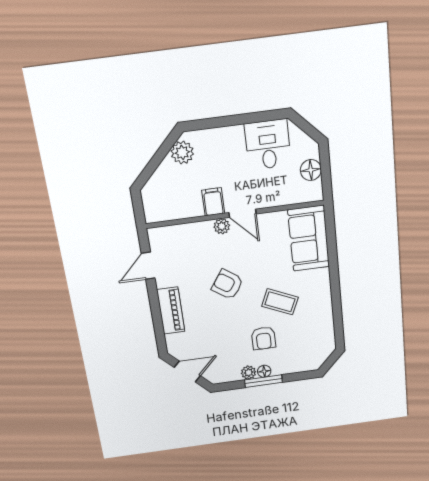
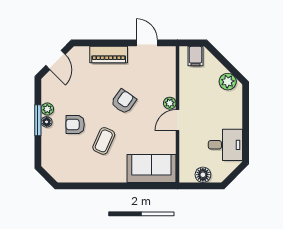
filing cabinet: (213, 202) -> (196, 56), moved, turned 90

